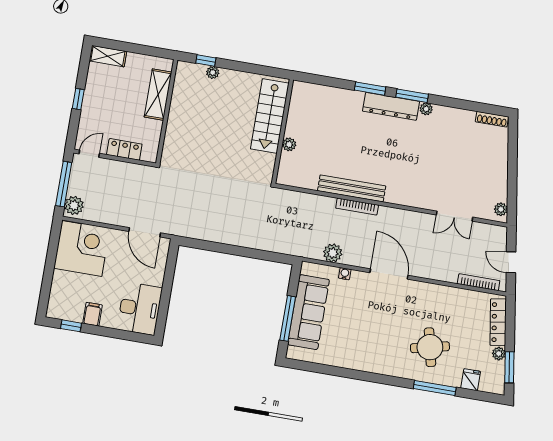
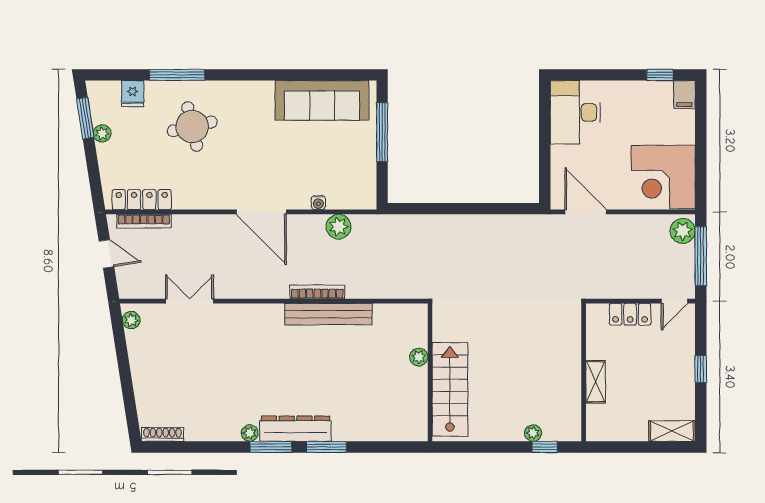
shelving: (158, 95) -> (596, 382), width x0.67, depth x0.75
sofa: (309, 312) -> (322, 100), moved, turned -90
filing cabinet: (92, 314) -> (684, 95), moved
locker: (498, 322) -> (142, 200), moved, turned -81

